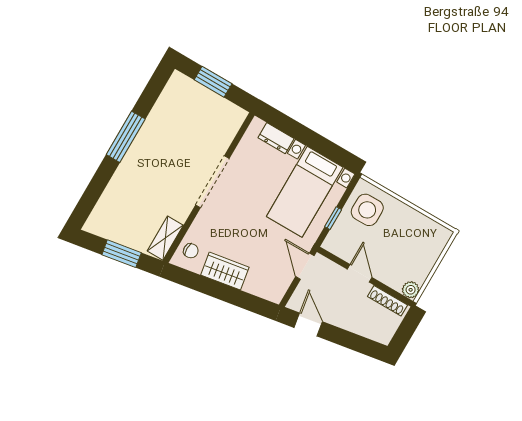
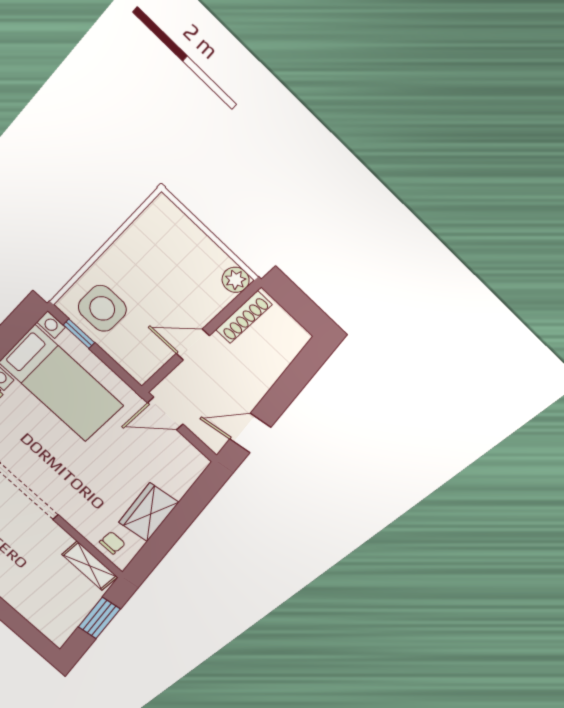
window: (333, 218) -> (79, 334), moved

